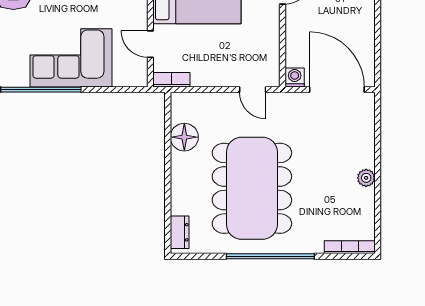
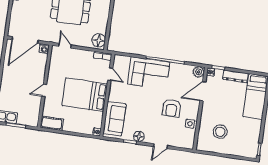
door: (337, 90) -> (25, 40), hinge flipped
floor lamp: (184, 137) -> (99, 40), moved

